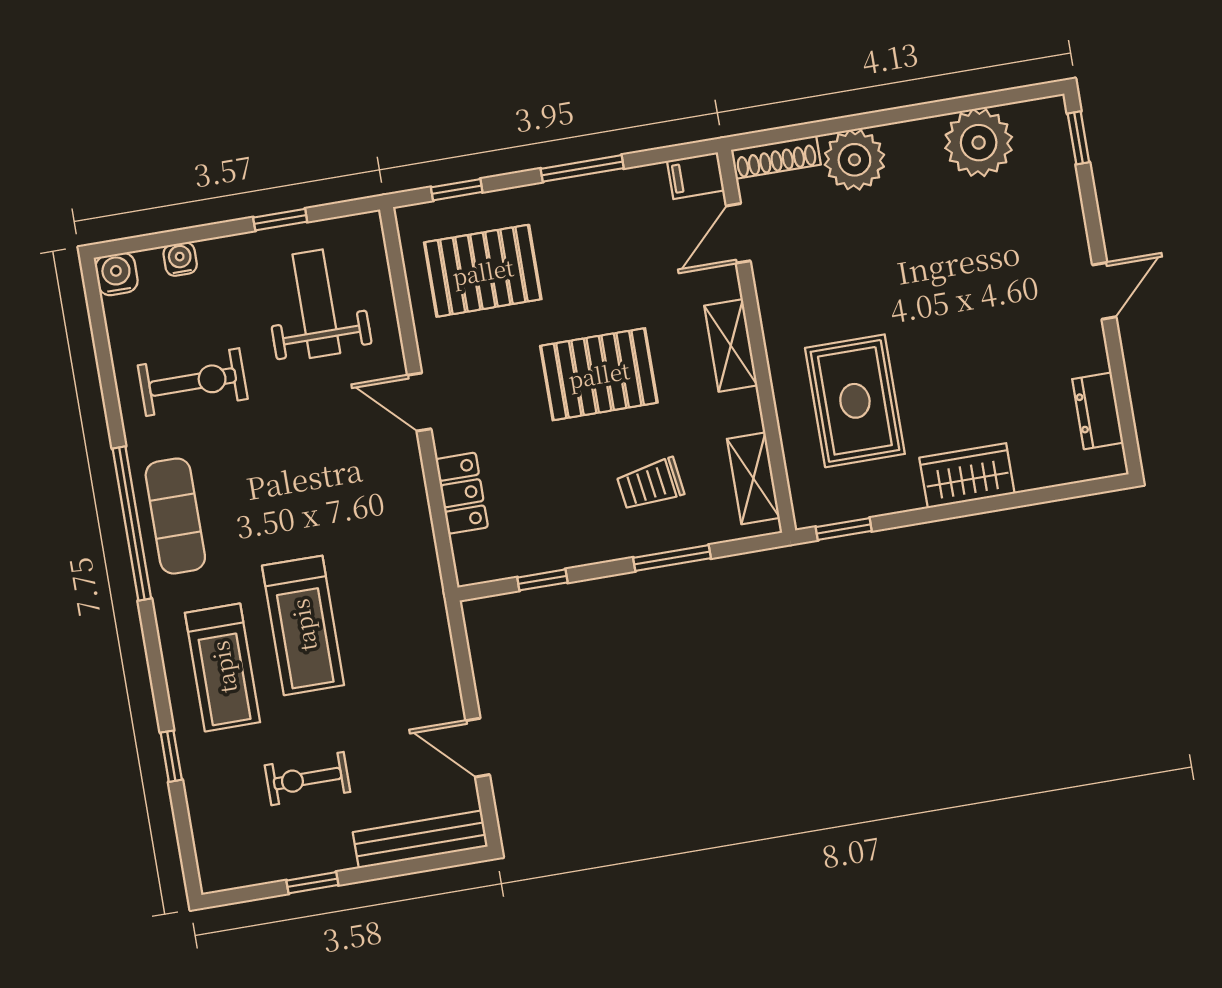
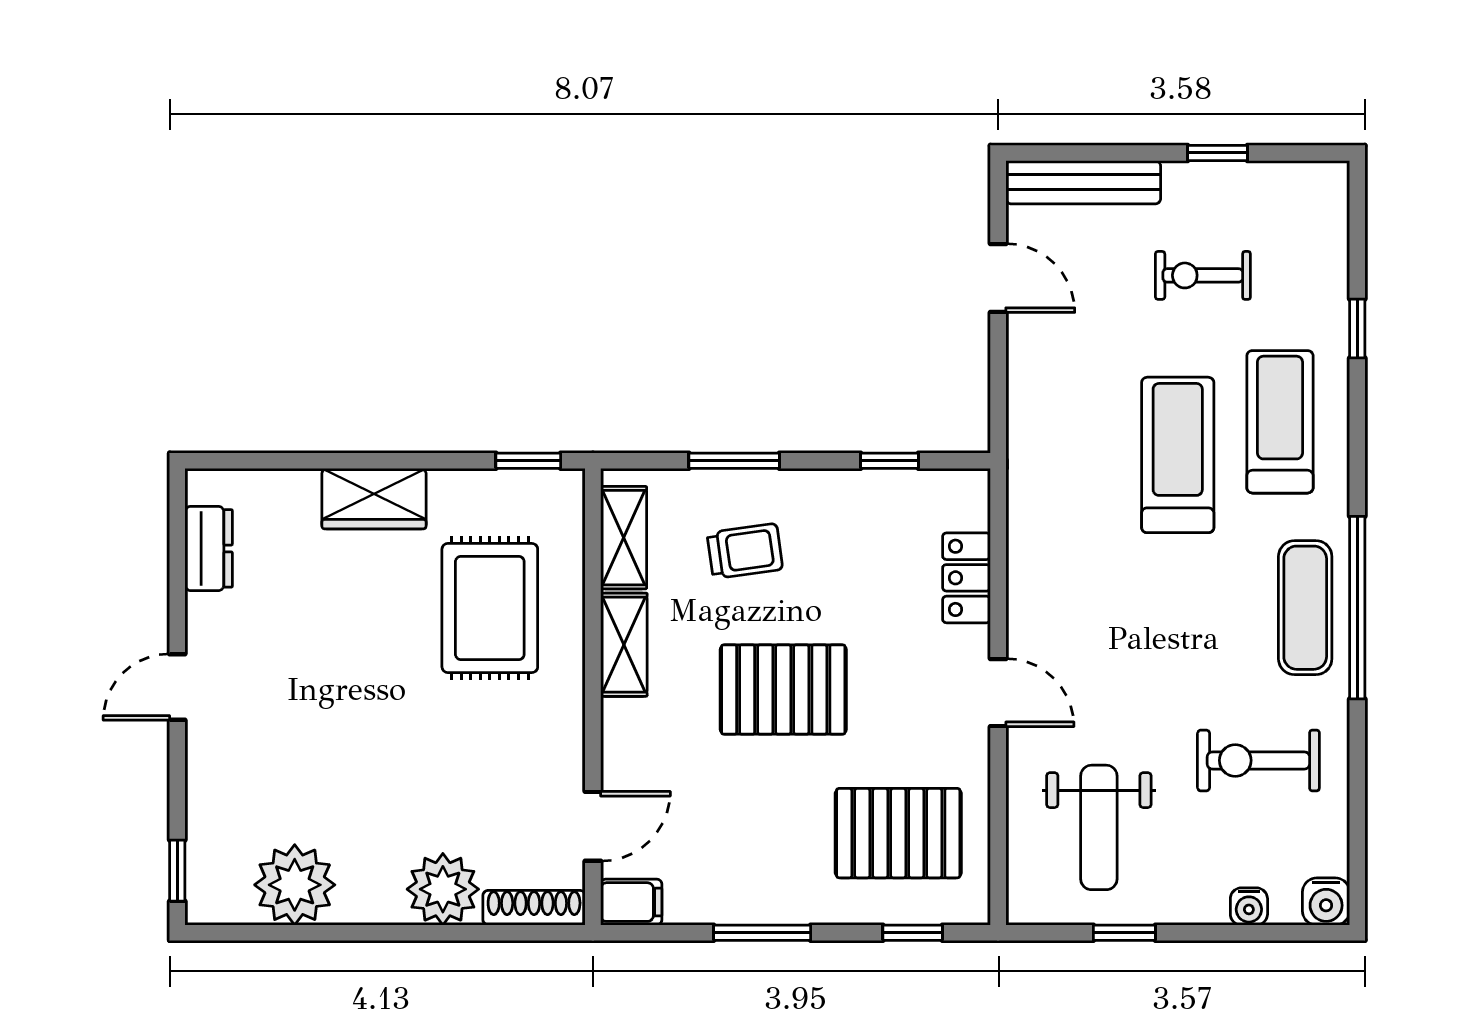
shelving: (731, 345) -> (624, 645), moved
exercise bike: (307, 779) -> (1203, 275), turned 180

